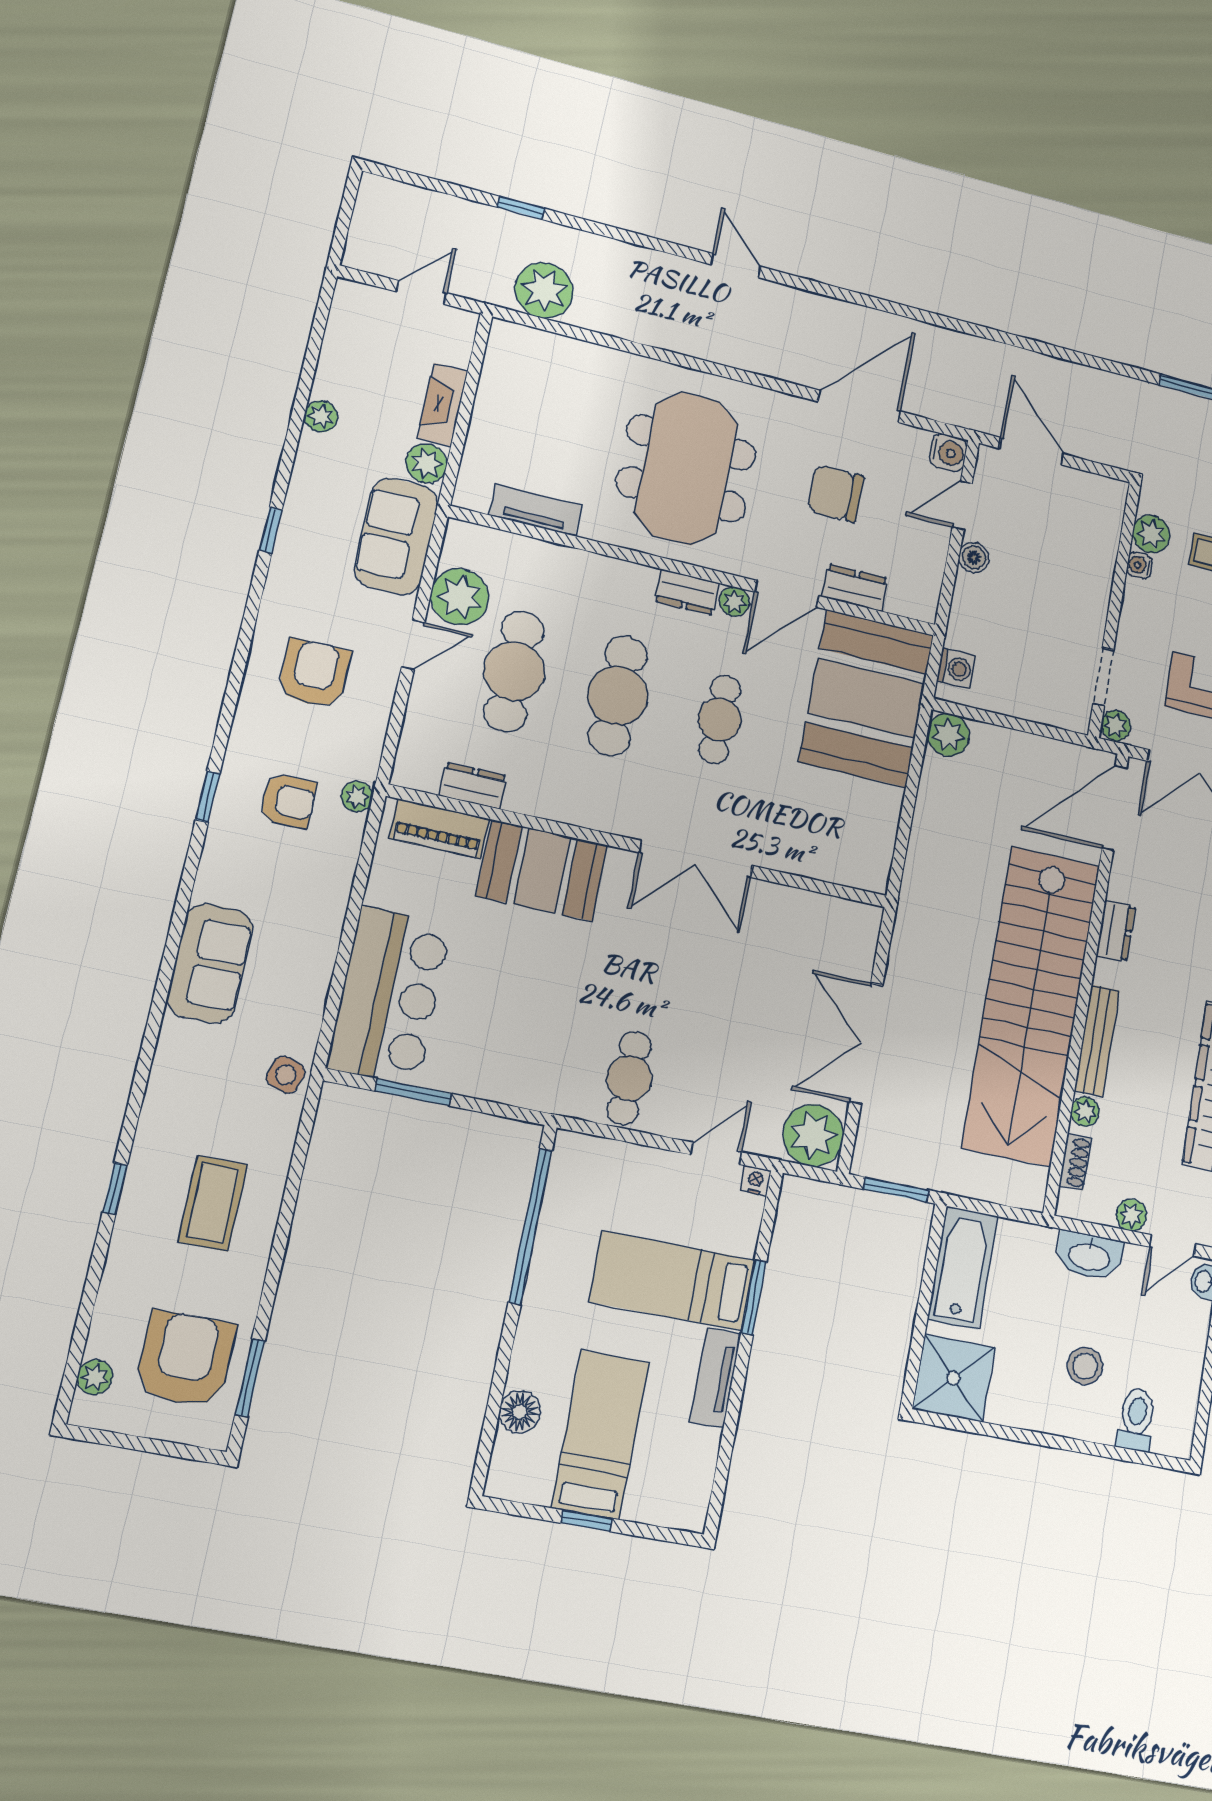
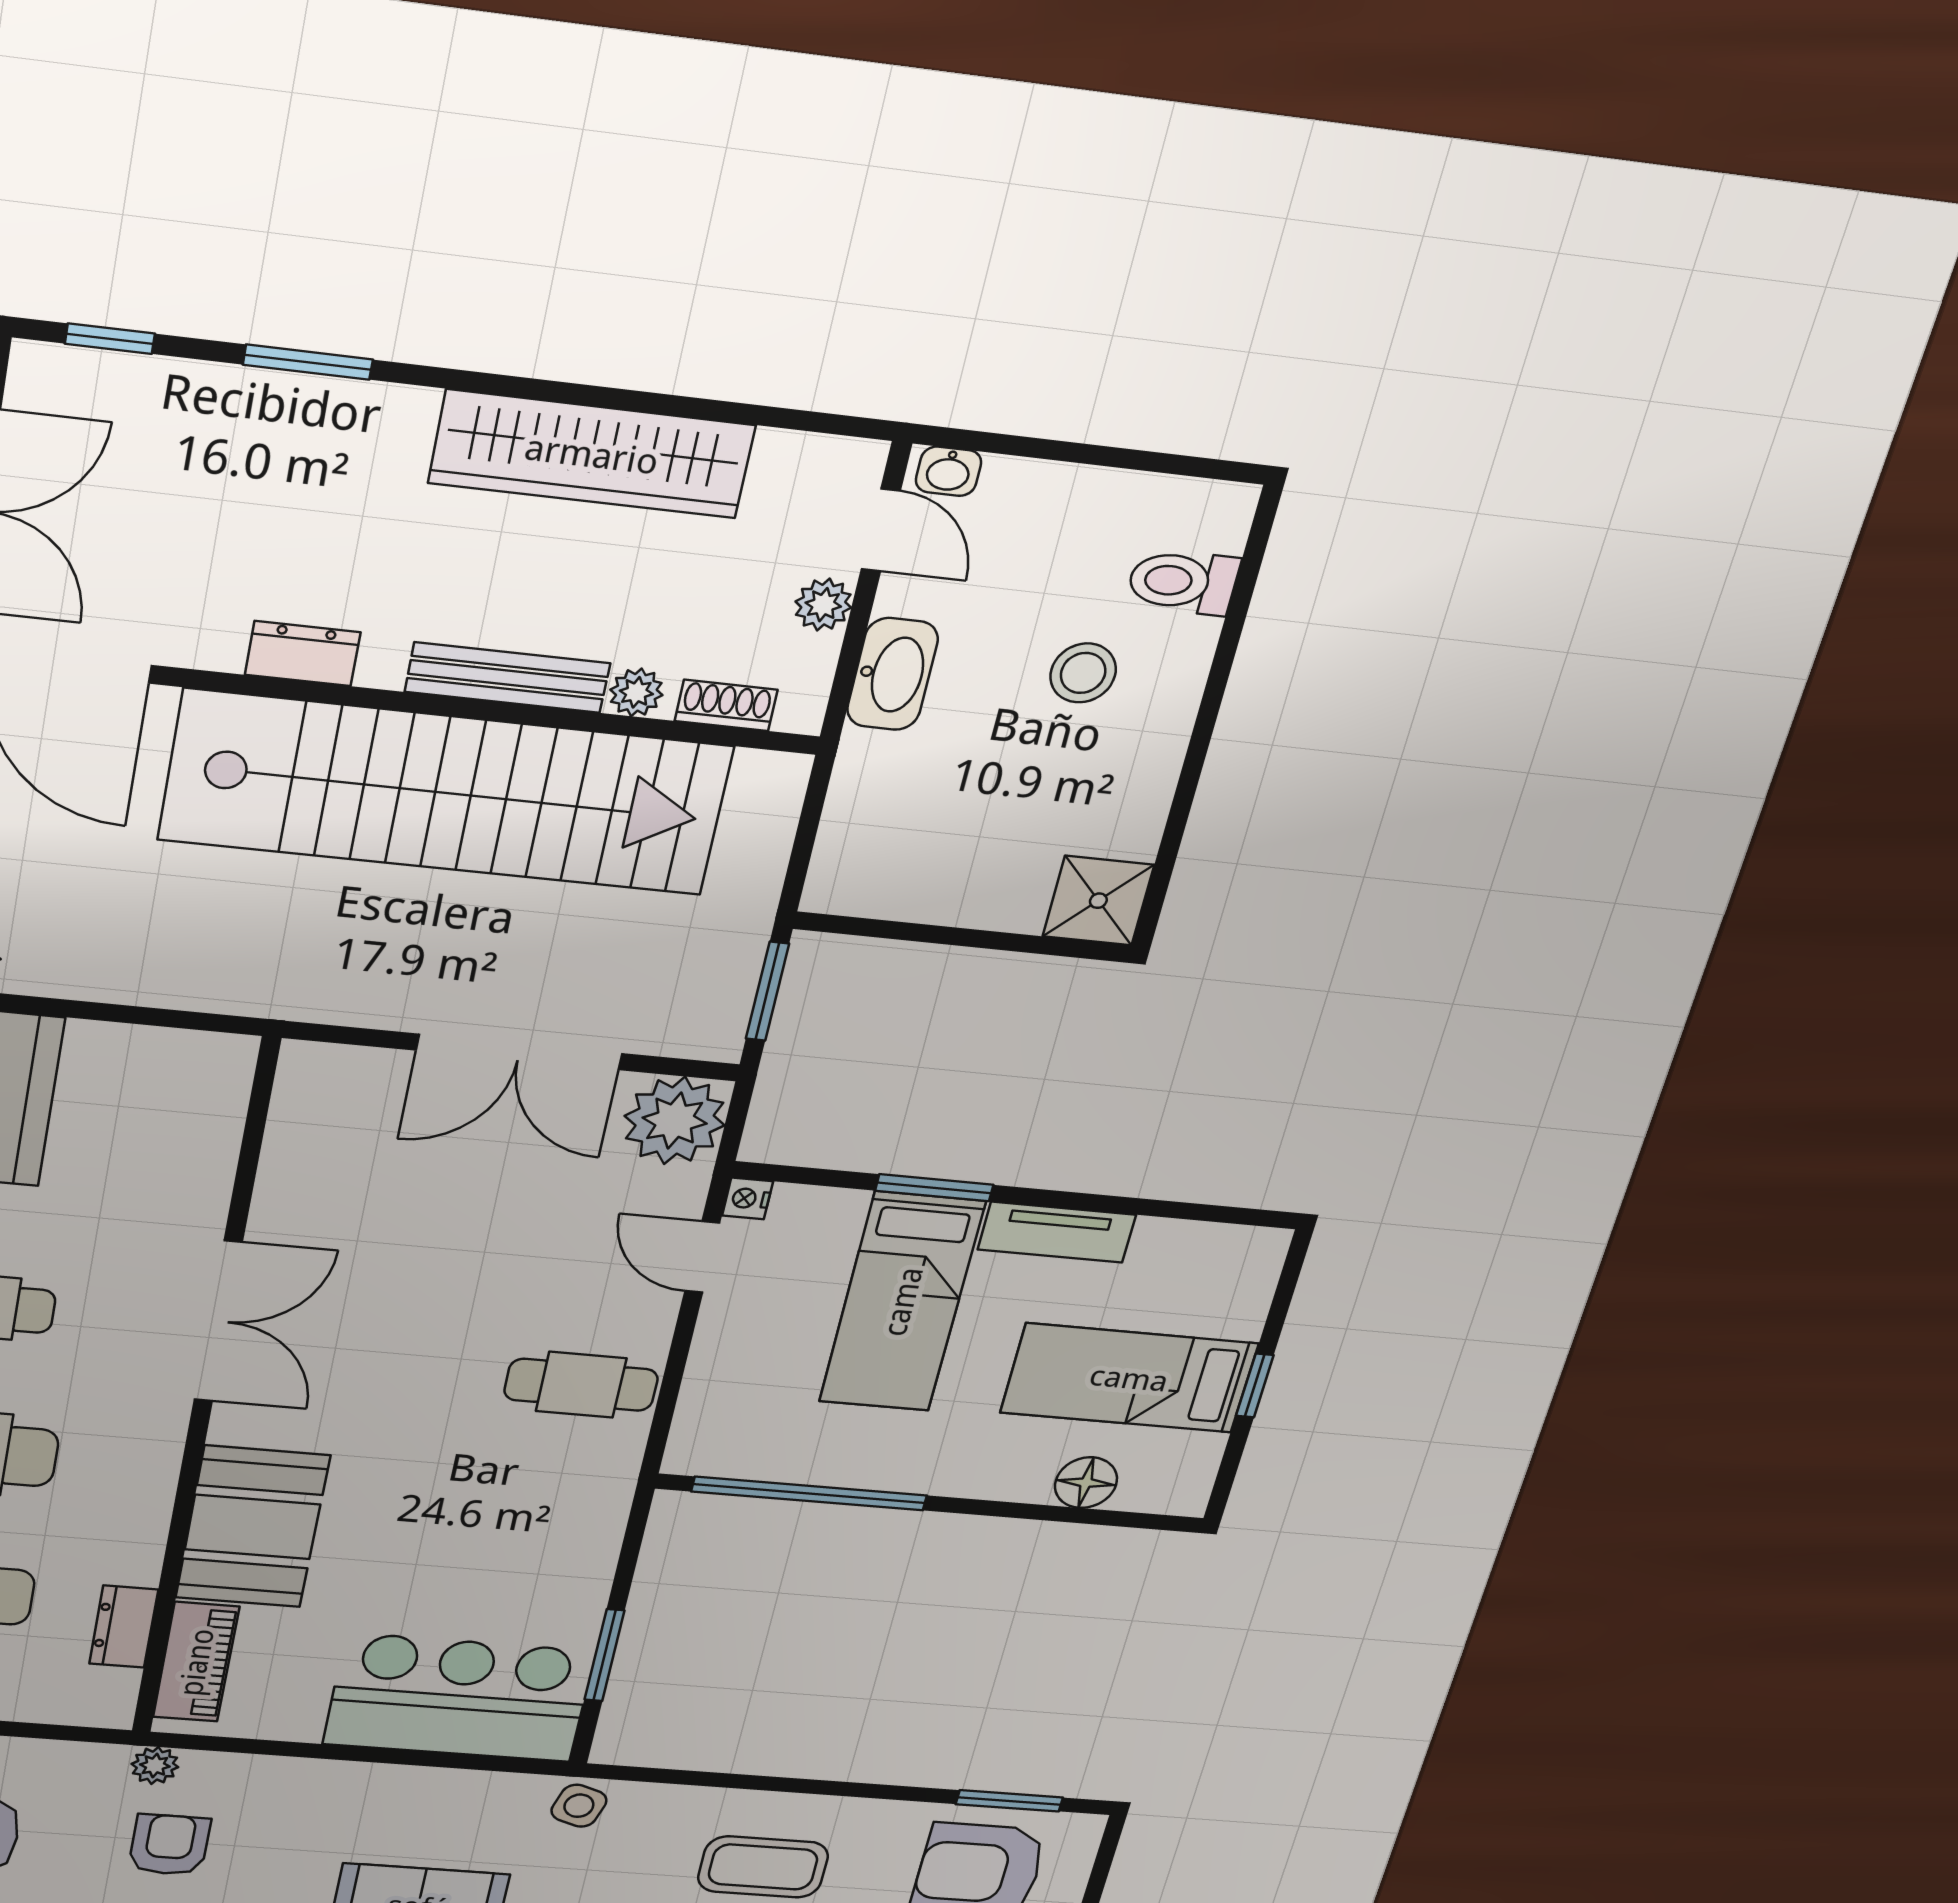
bathtub: (962, 1268) -> (903, 881), removed
shower: (953, 1378) -> (1098, 901), width x0.73, depth x0.73

